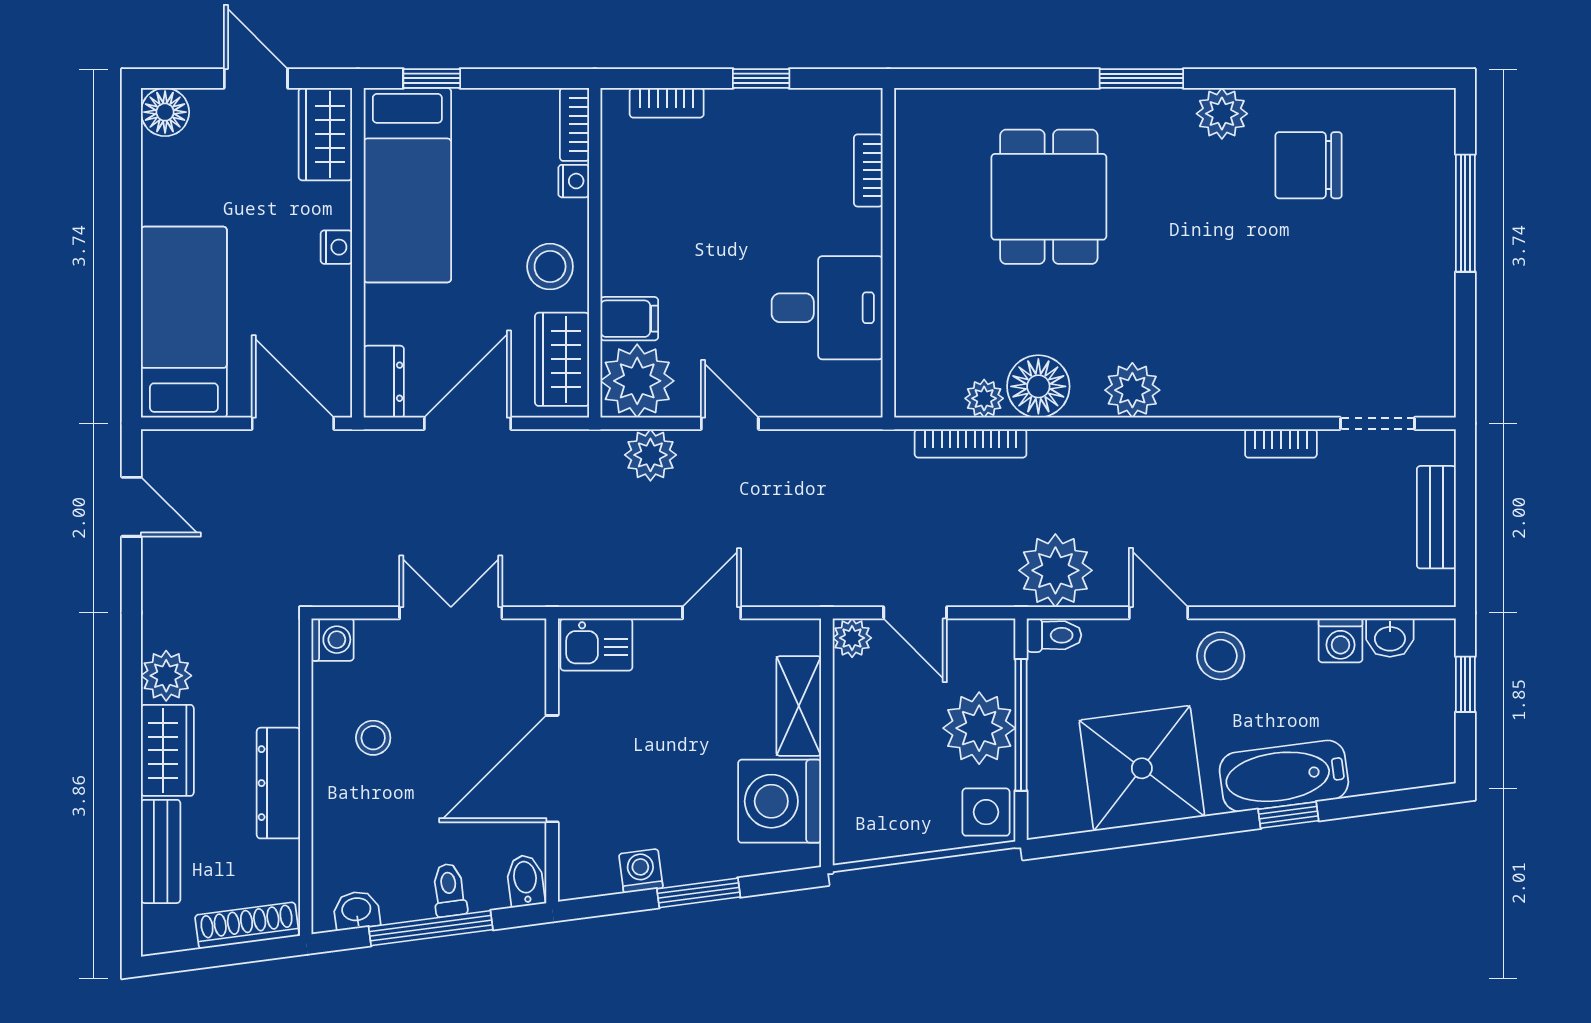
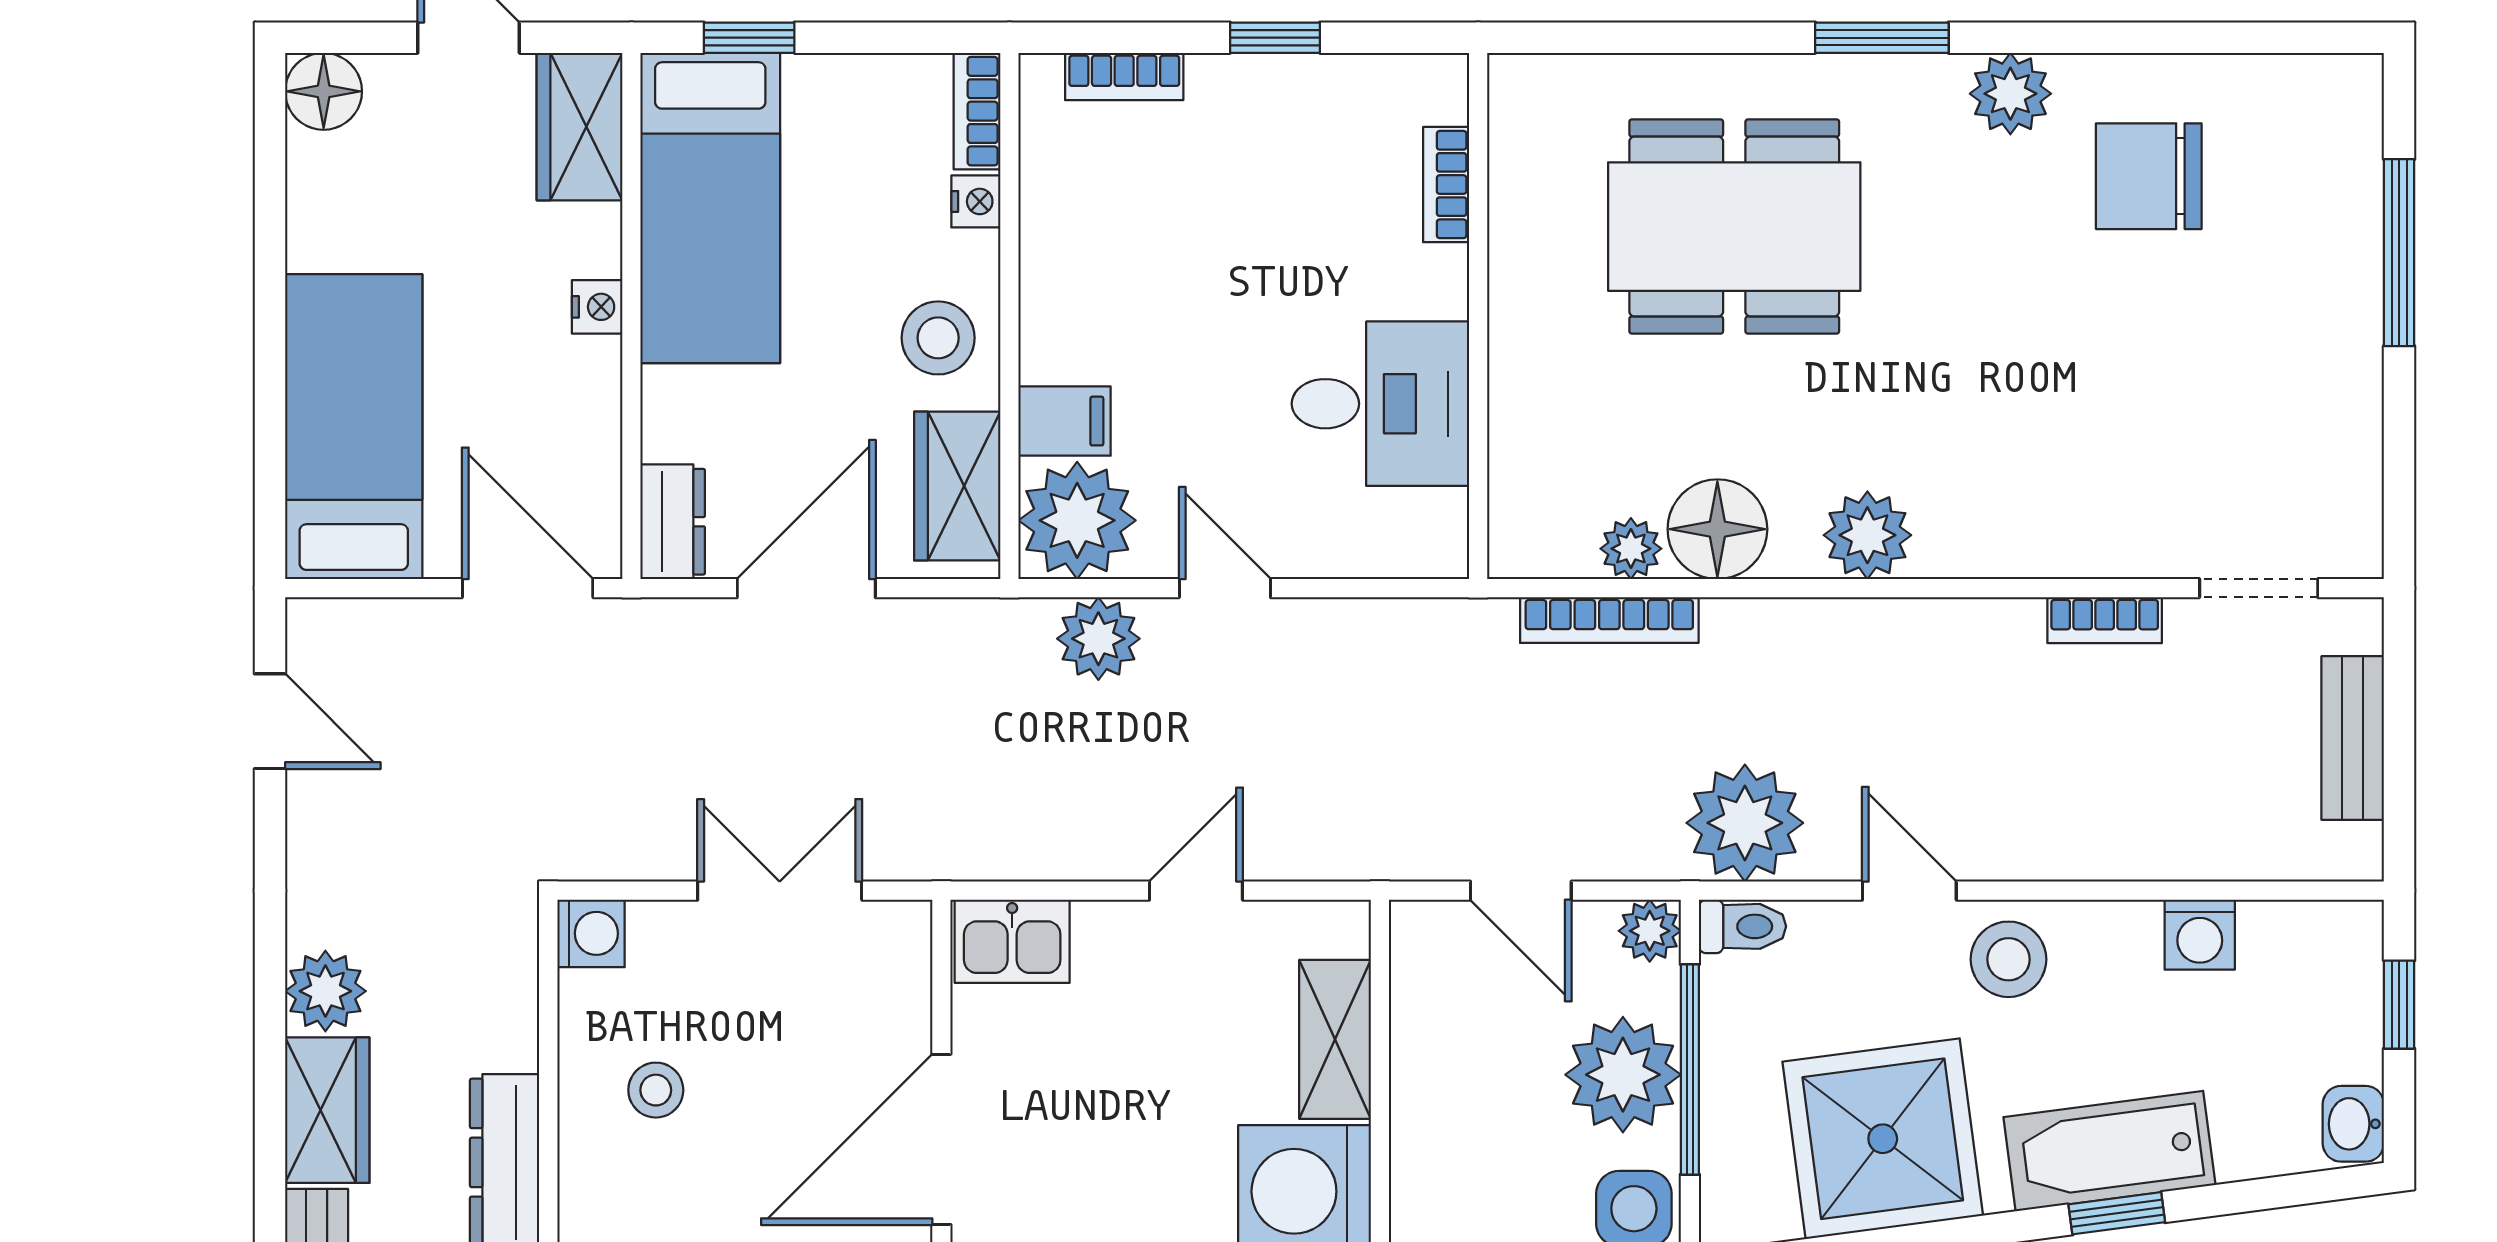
dining table: (1049, 197) -> (1734, 227), width x1.38
plant: (852, 638) -> (1650, 931), moved
washbasin: (1390, 638) -> (2353, 1124), moved, turned 90

